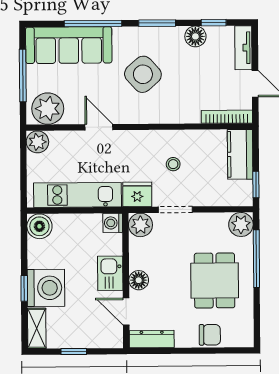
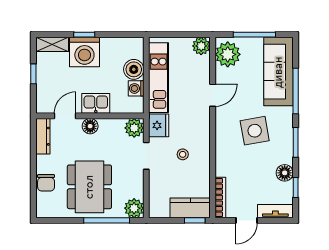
side table: (143, 74) -> (255, 131), turned 32
window: (256, 184) -> (195, 220), moved
washing machine: (113, 223) -> (136, 88), moved, turned -90
boiler: (39, 226) -> (134, 69), moved
dining table: (215, 280) -> (89, 187), width x1.38

